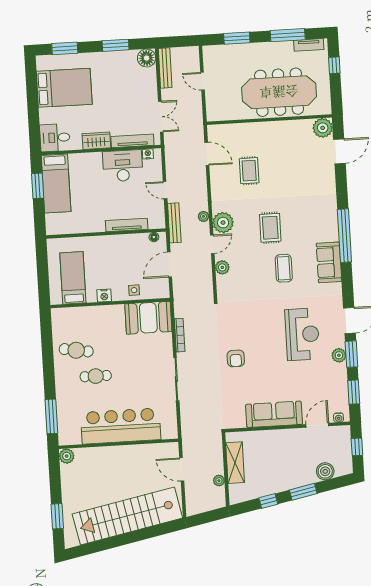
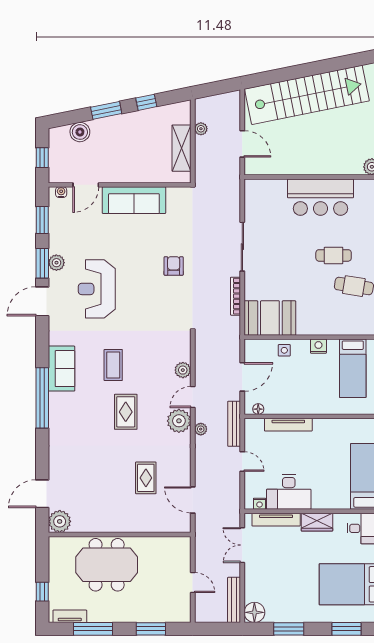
meeting table: (279, 92) -> (107, 565), width x0.73
bar counter: (121, 426) -> (320, 197), width x0.73

